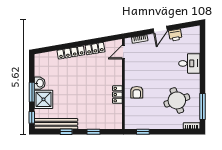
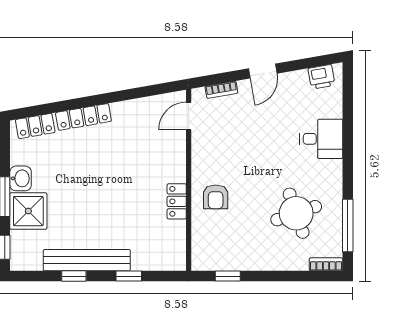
printer: (175, 35) -> (321, 77), moved
locker: (95, 49) -> (35, 126), moved
bench: (56, 124) -> (87, 260), moved

